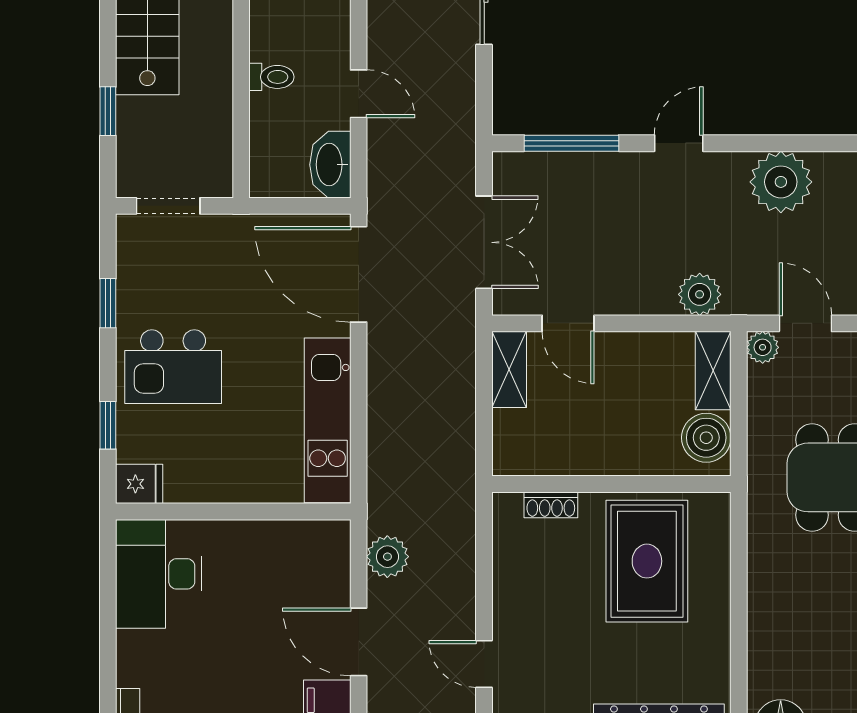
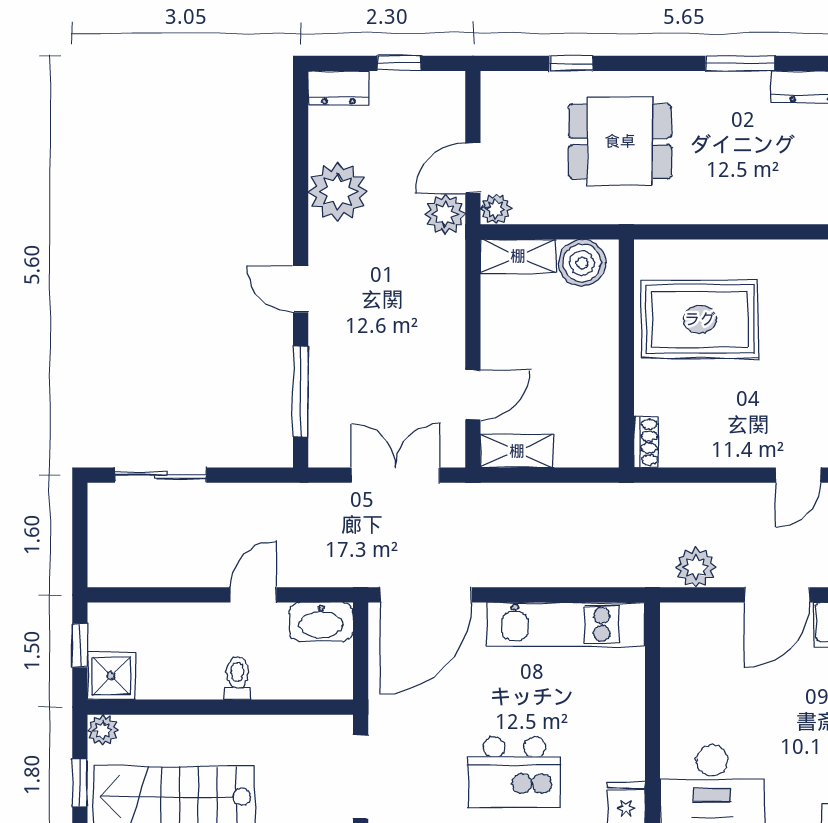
doorway: (168, 206) -> (361, 777), width x1.38
plant: (700, 294) -> (445, 214), moved
kitchen island: (173, 367) -> (514, 772), turned 90
shoe rack: (551, 505) -> (646, 442), moved

